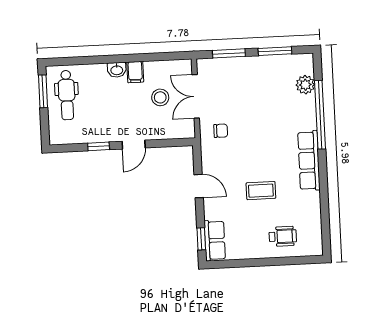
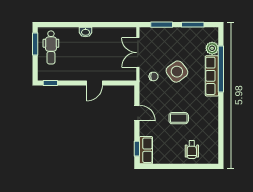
filing cabinet: (135, 72) -> (98, 34), removed
stool: (160, 97) -> (114, 52), removed
side table: (255, 122) -> (177, 72), added
window: (99, 146) -> (50, 83), moved
row of seats: (309, 161) -> (212, 76), moved
wheelchair: (283, 236) -> (192, 150), turned 90

